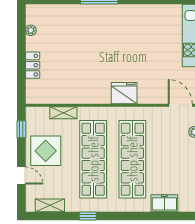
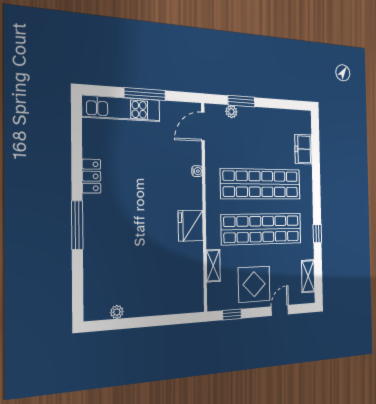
locker: (33, 65) -> (91, 176), moved, turned 90
fridge: (124, 93) -> (191, 226), moved
water cooler: (143, 99) -> (197, 171), added

